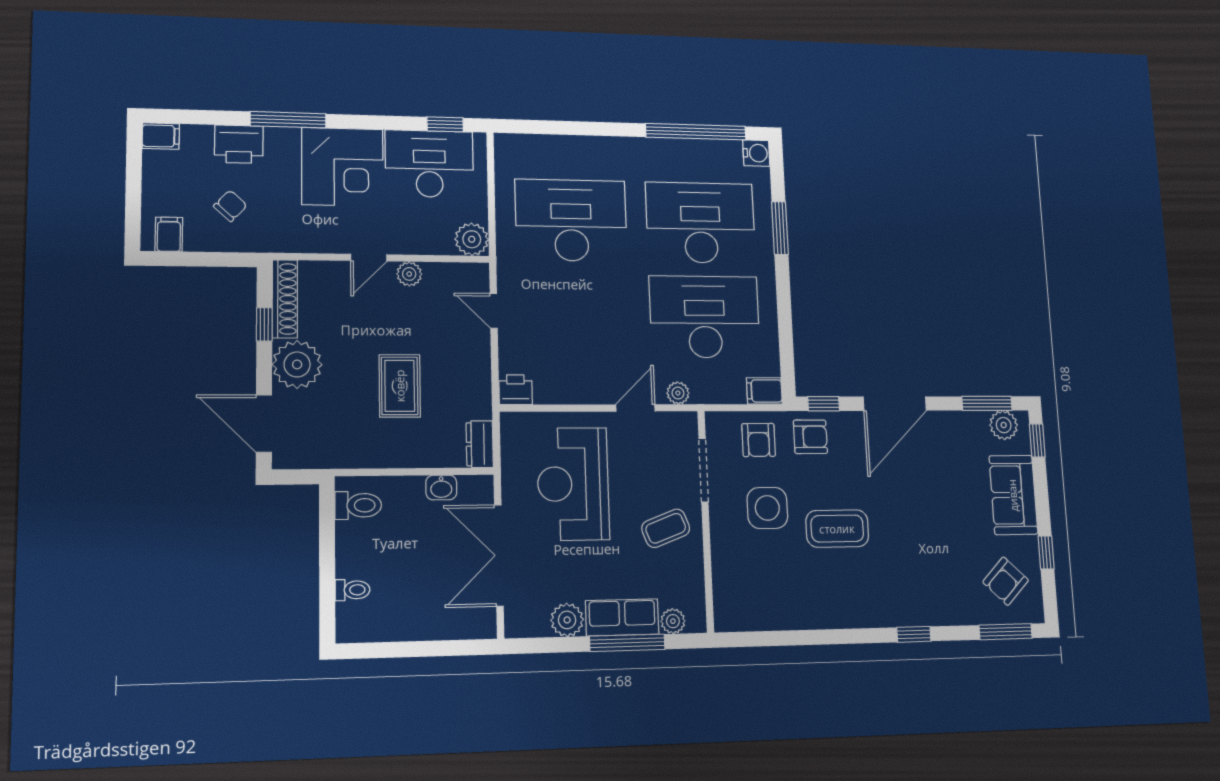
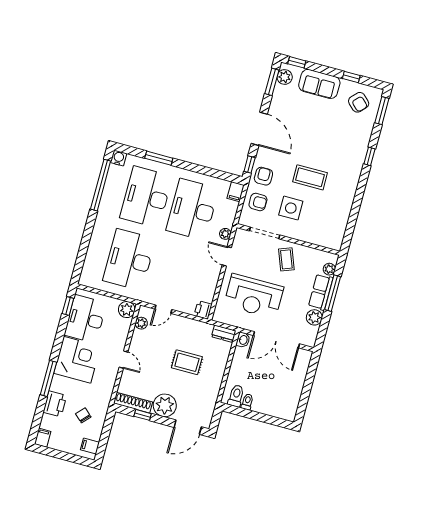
plant: (409, 274) -> (141, 323), moved
washbasin: (441, 487) -> (243, 340), moved
coffee table: (837, 529) -> (310, 177), turned 90
toilet: (353, 590) -> (247, 402), moved

